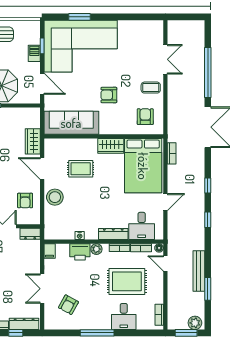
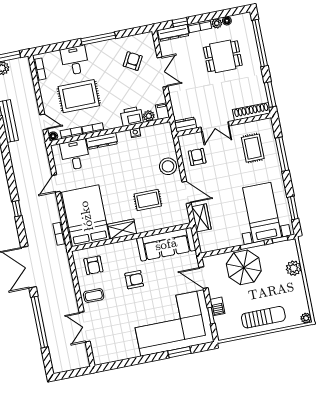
window: (208, 220) -> (10, 174), removed
plant: (96, 249) -> (149, 116), moved

